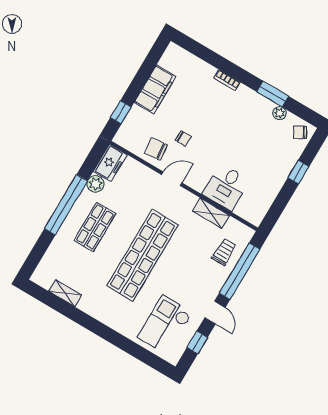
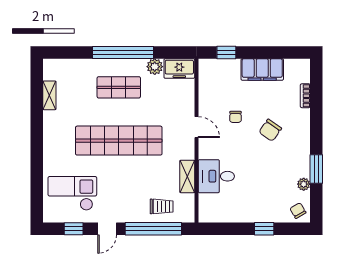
bookcase: (227, 80) -> (305, 96), moved
chair: (156, 149) -> (270, 130), moved, turned -139

